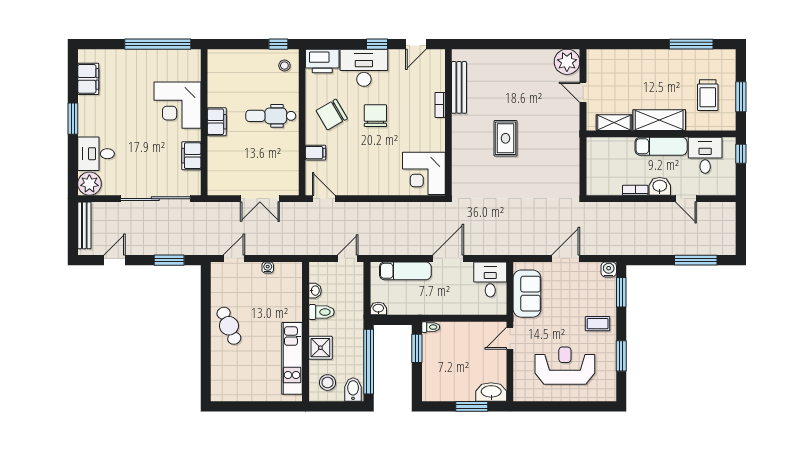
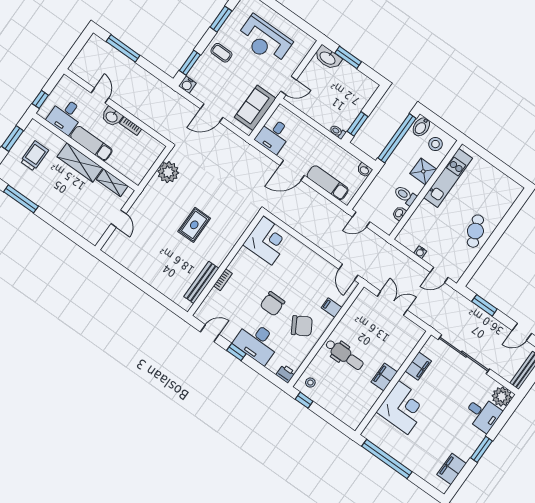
printer: (322, 61) -> (286, 374), width x0.53, depth x0.68
plant: (567, 62) -> (168, 172), moved

